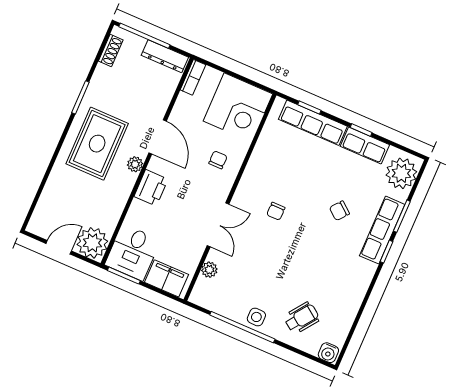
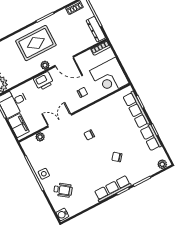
door: (158, 137) -> (64, 61), hinge flipped
plant: (401, 173) -> (162, 164), width x0.53, depth x0.53
double door: (218, 225) -> (60, 121), swing flipped
row of seats: (382, 230) -> (113, 189), moved

